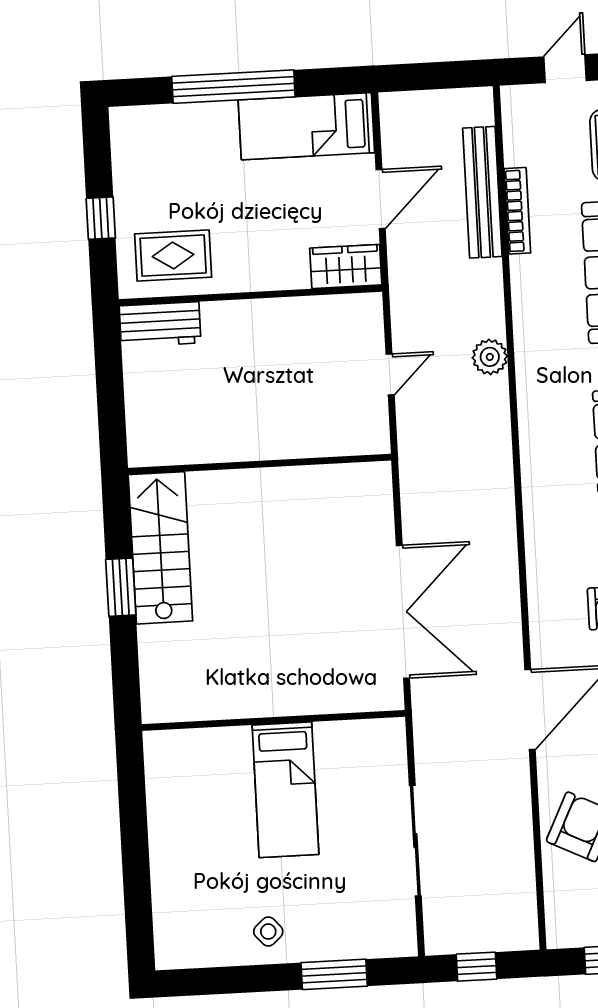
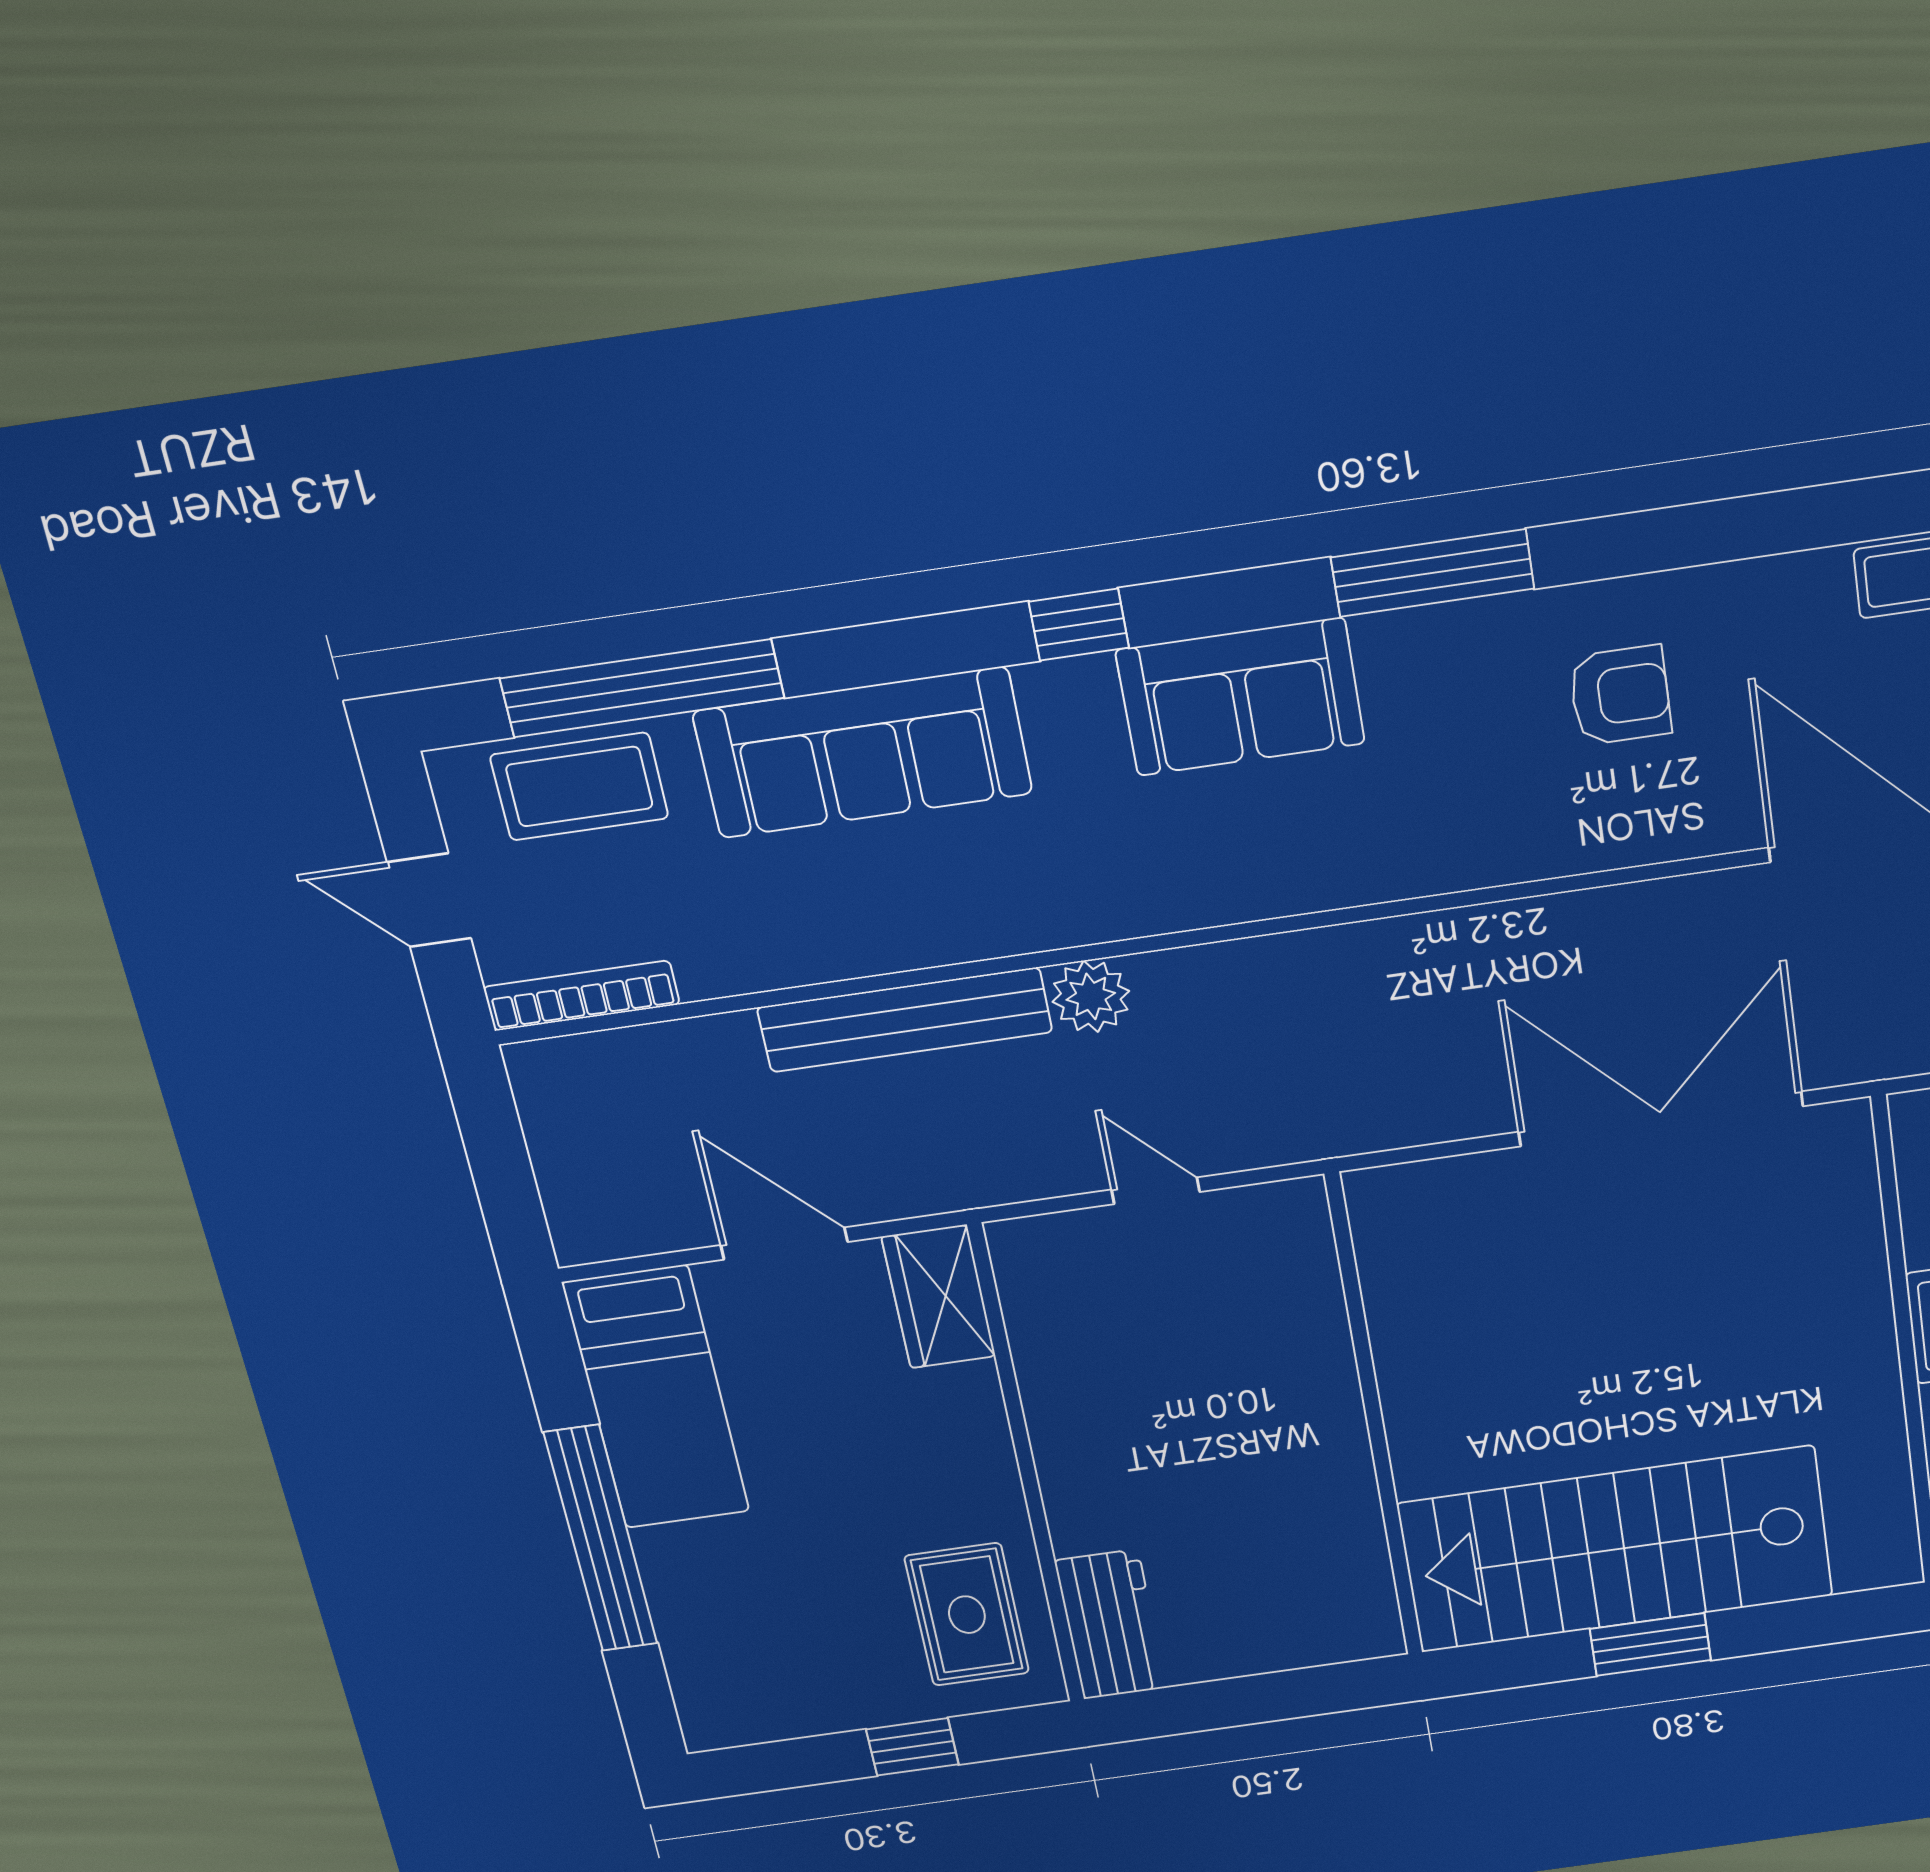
bench: (482, 192) -> (905, 1020), moved
bookcase: (517, 211) -> (582, 996), moved
stairs: (160, 548) -> (1616, 1550), width x1.36, depth x1.51

